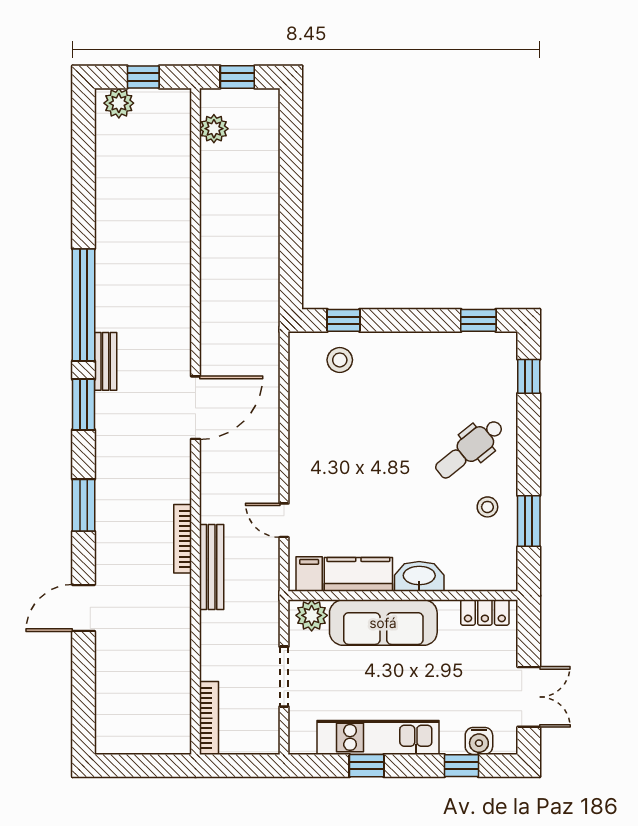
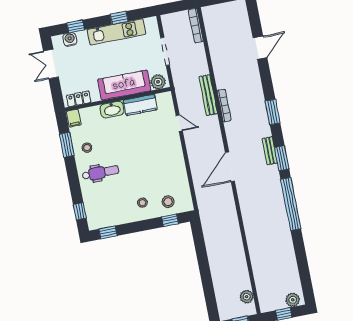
bench: (106, 361) -> (270, 151), moved
stool: (394, 368) -> (142, 203), added
dental chair: (469, 449) -> (101, 173), turned 39
filing cabinet: (309, 574) -> (74, 118), moved
door: (84, 608) -> (260, 48), moved

